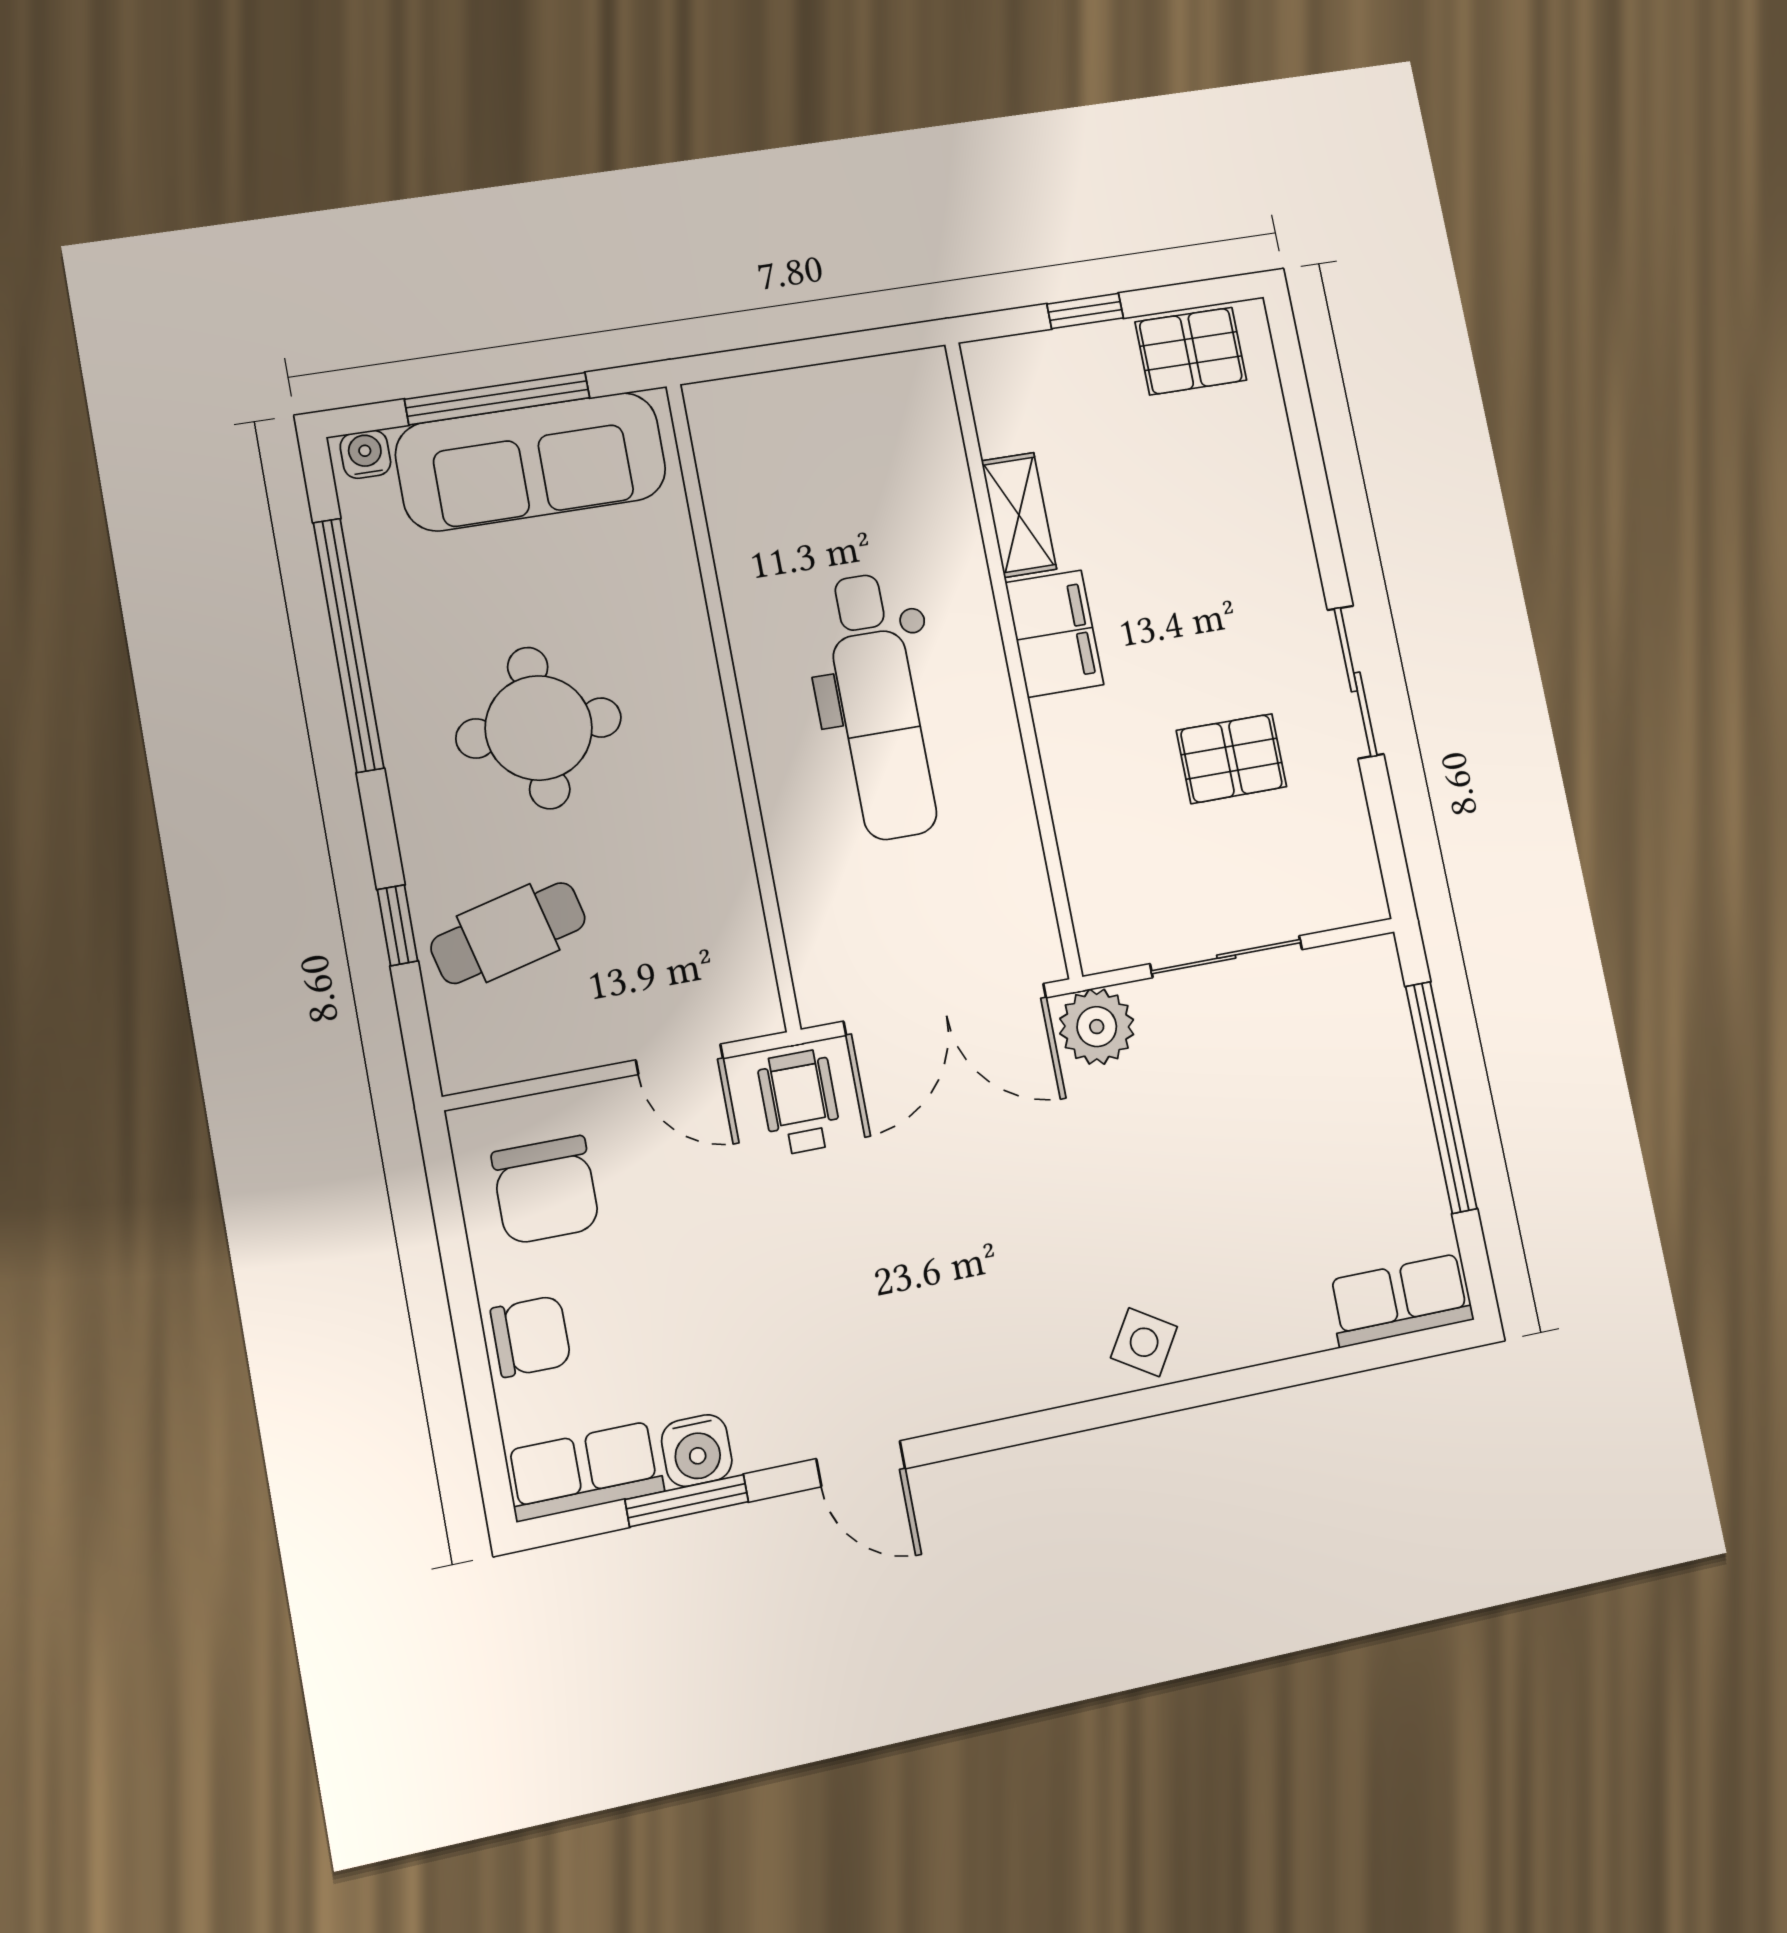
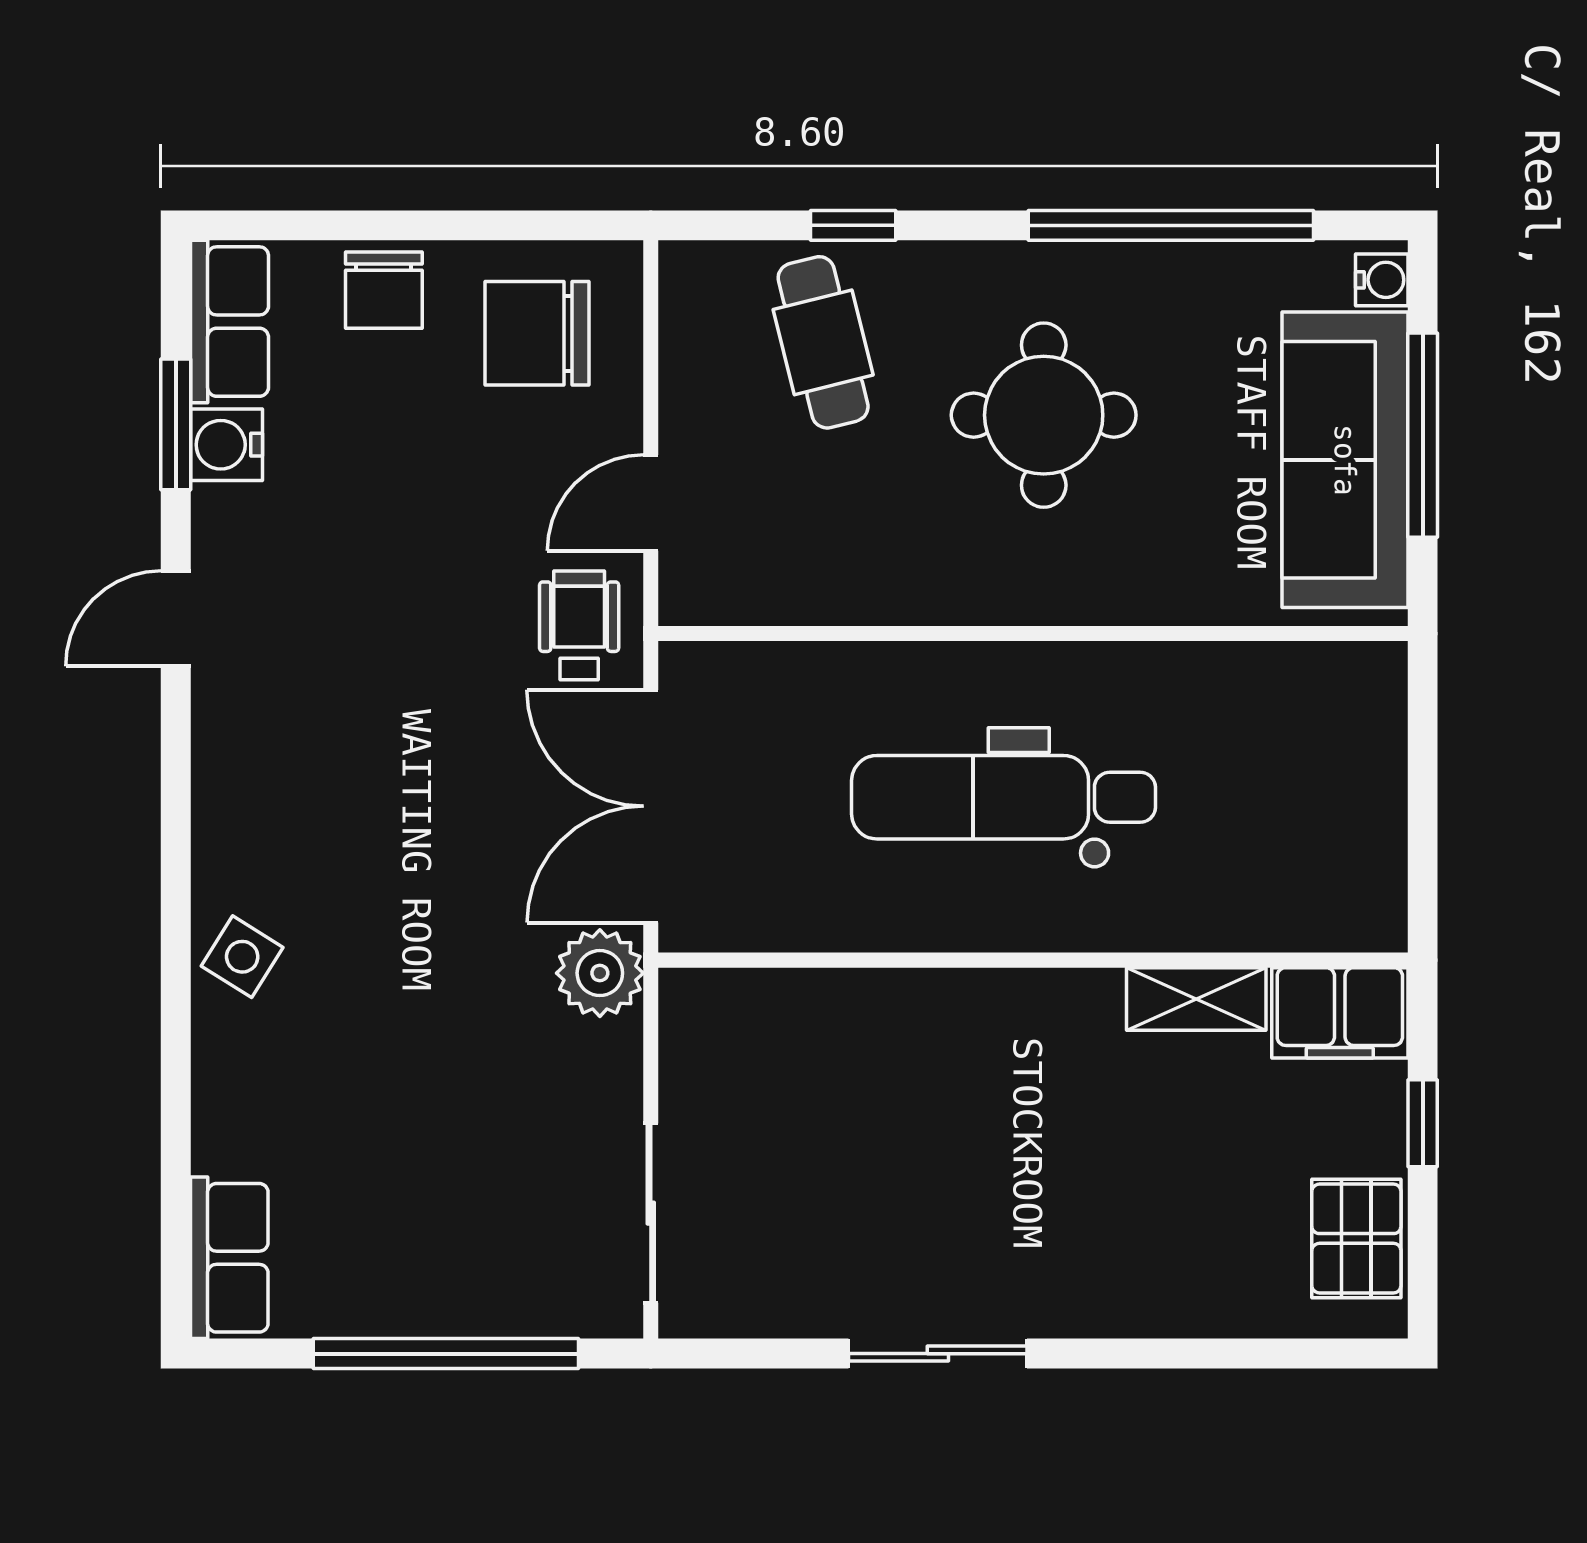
filing cabinet: (1054, 634) -> (1340, 1013), moved
pallet: (1232, 759) -> (875, 1189), removed
sliding door: (1226, 957) -> (651, 1213), moved
wheelchair: (800, 1102) -> (579, 625), turned -90

